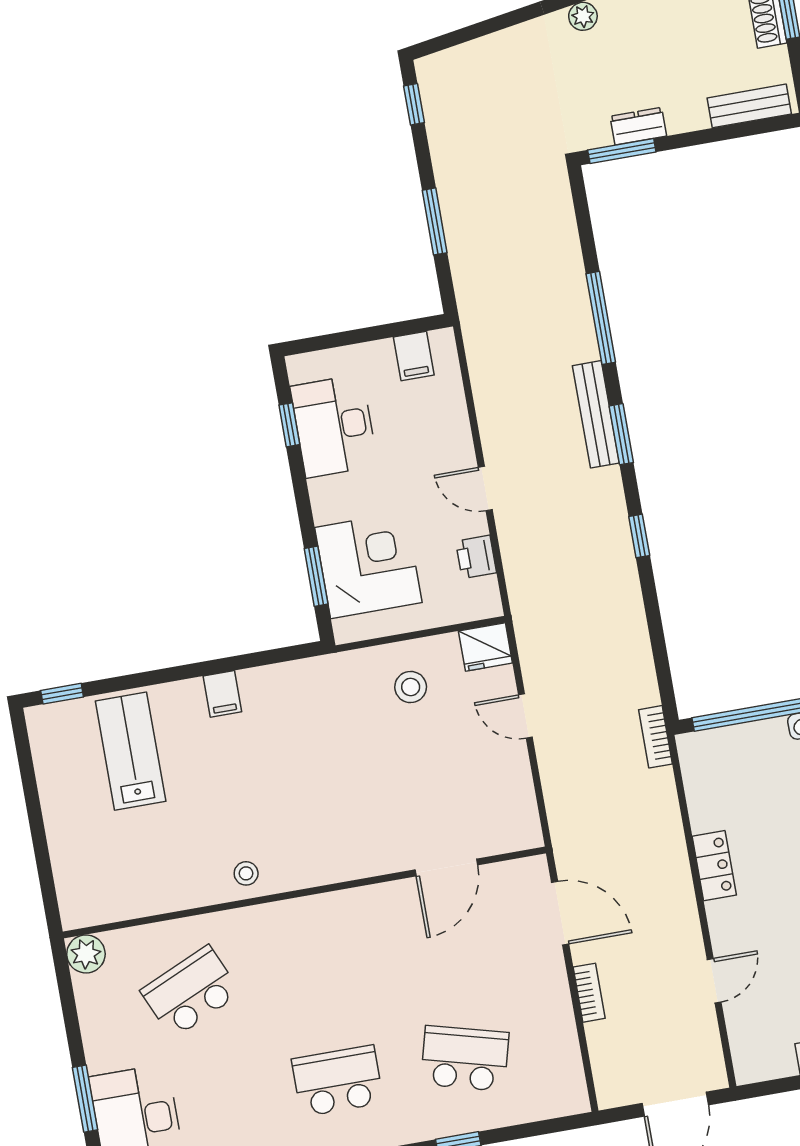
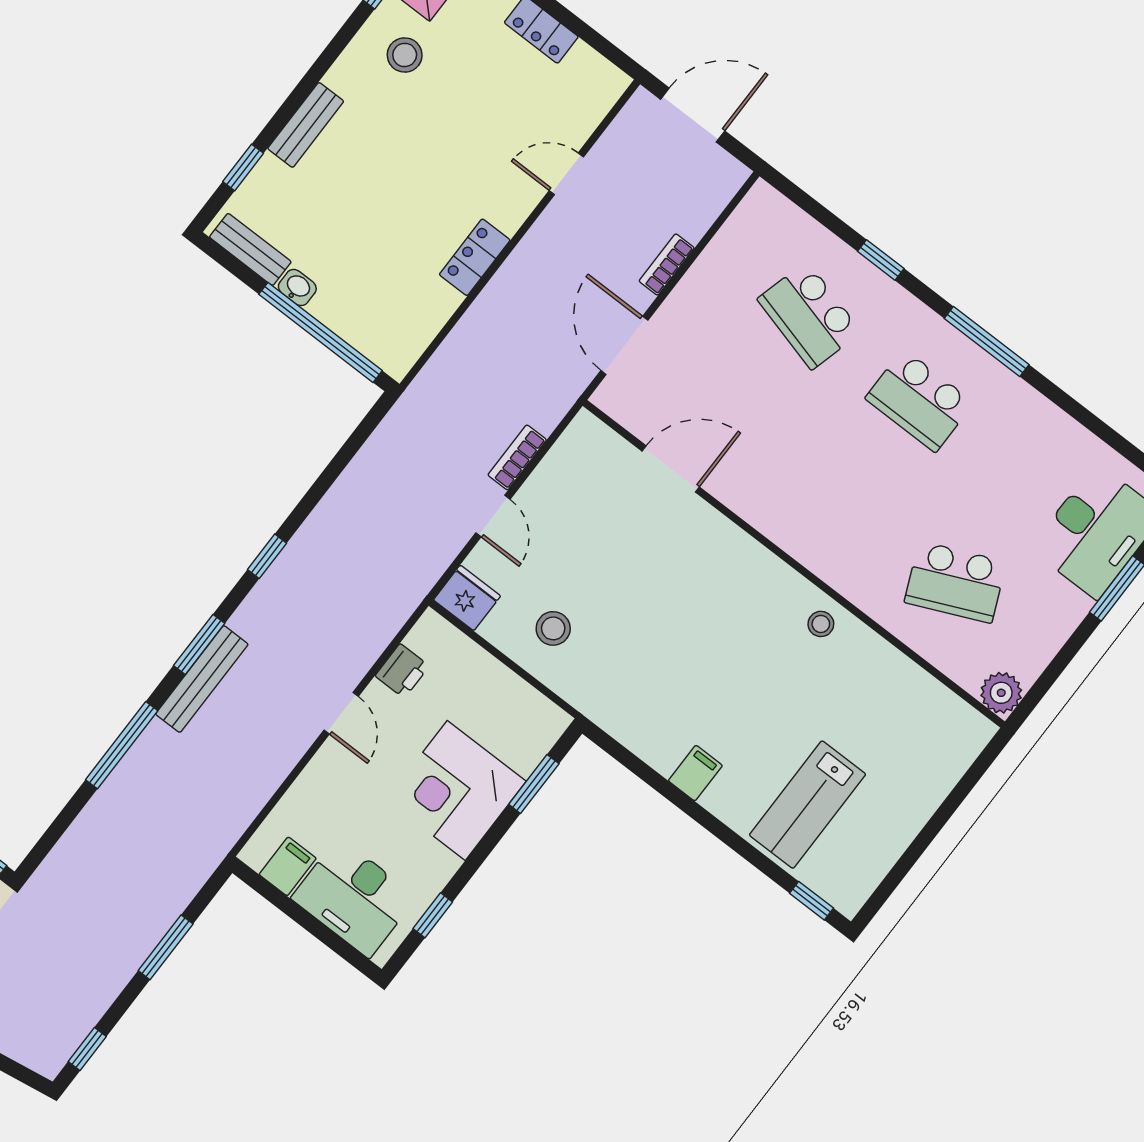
desk: (334, 426) -> (354, 898), moved, turned 90
corner desk: (368, 565) -> (456, 791), moved
bookcase: (655, 737) -> (517, 457), moved, turned 180

